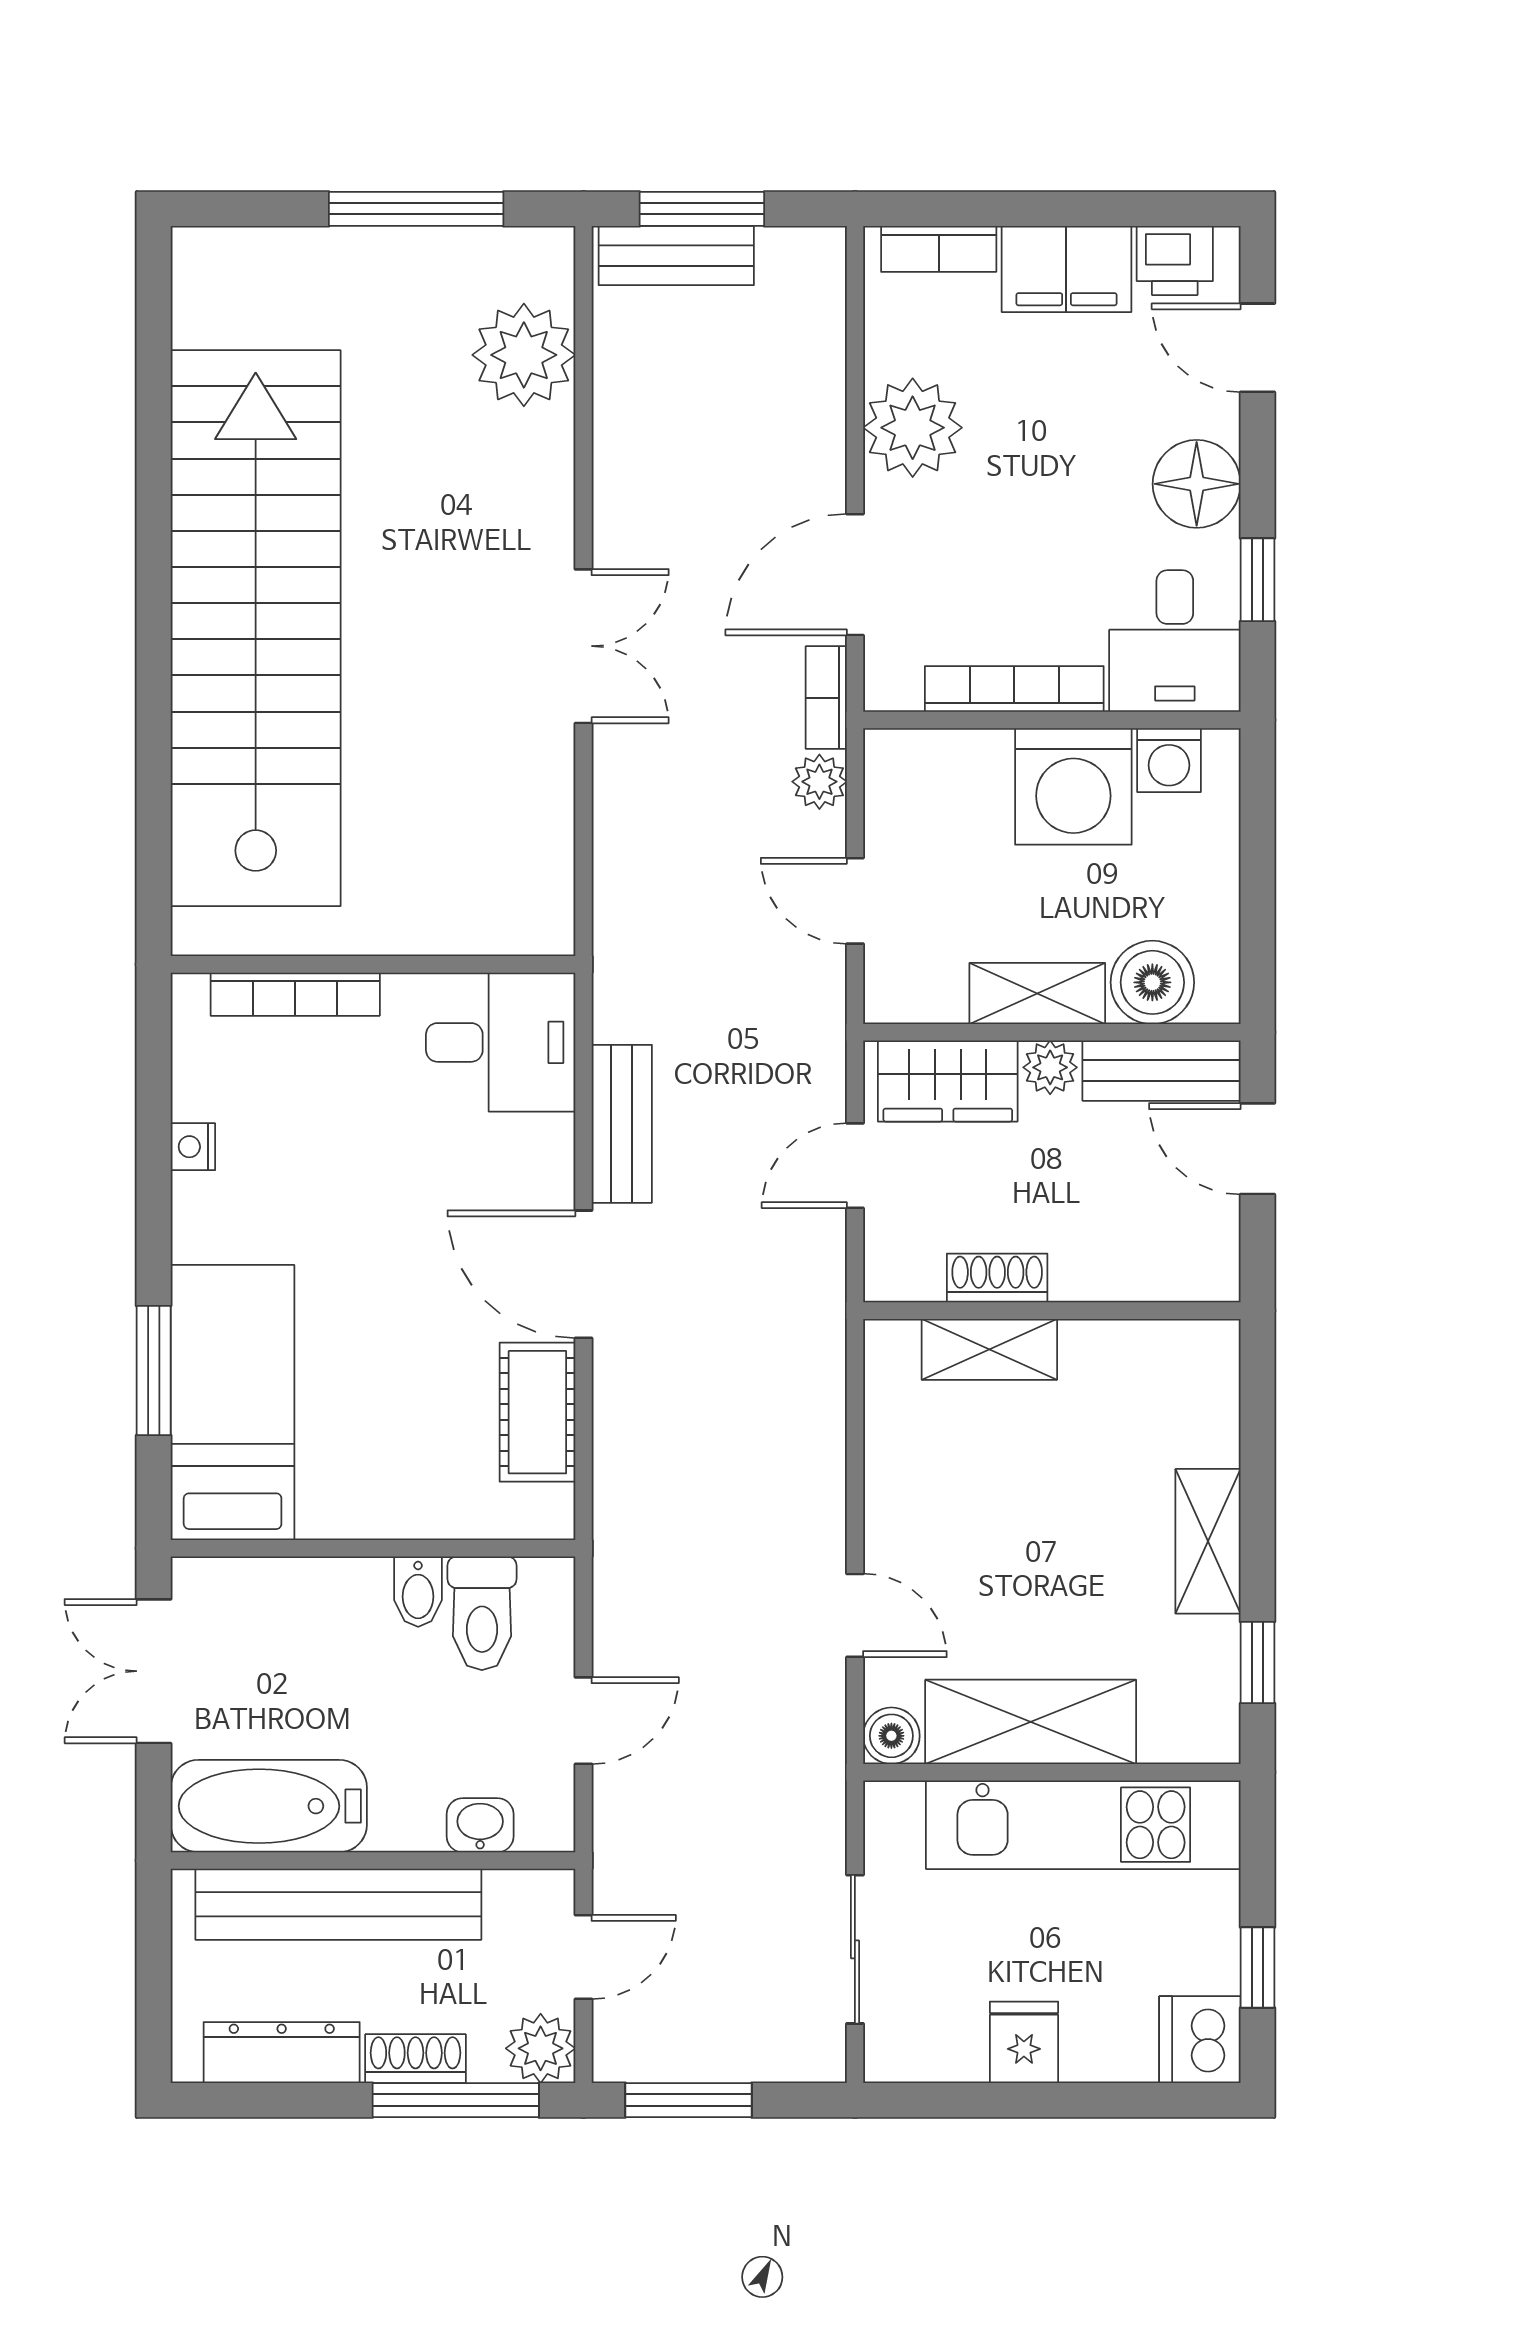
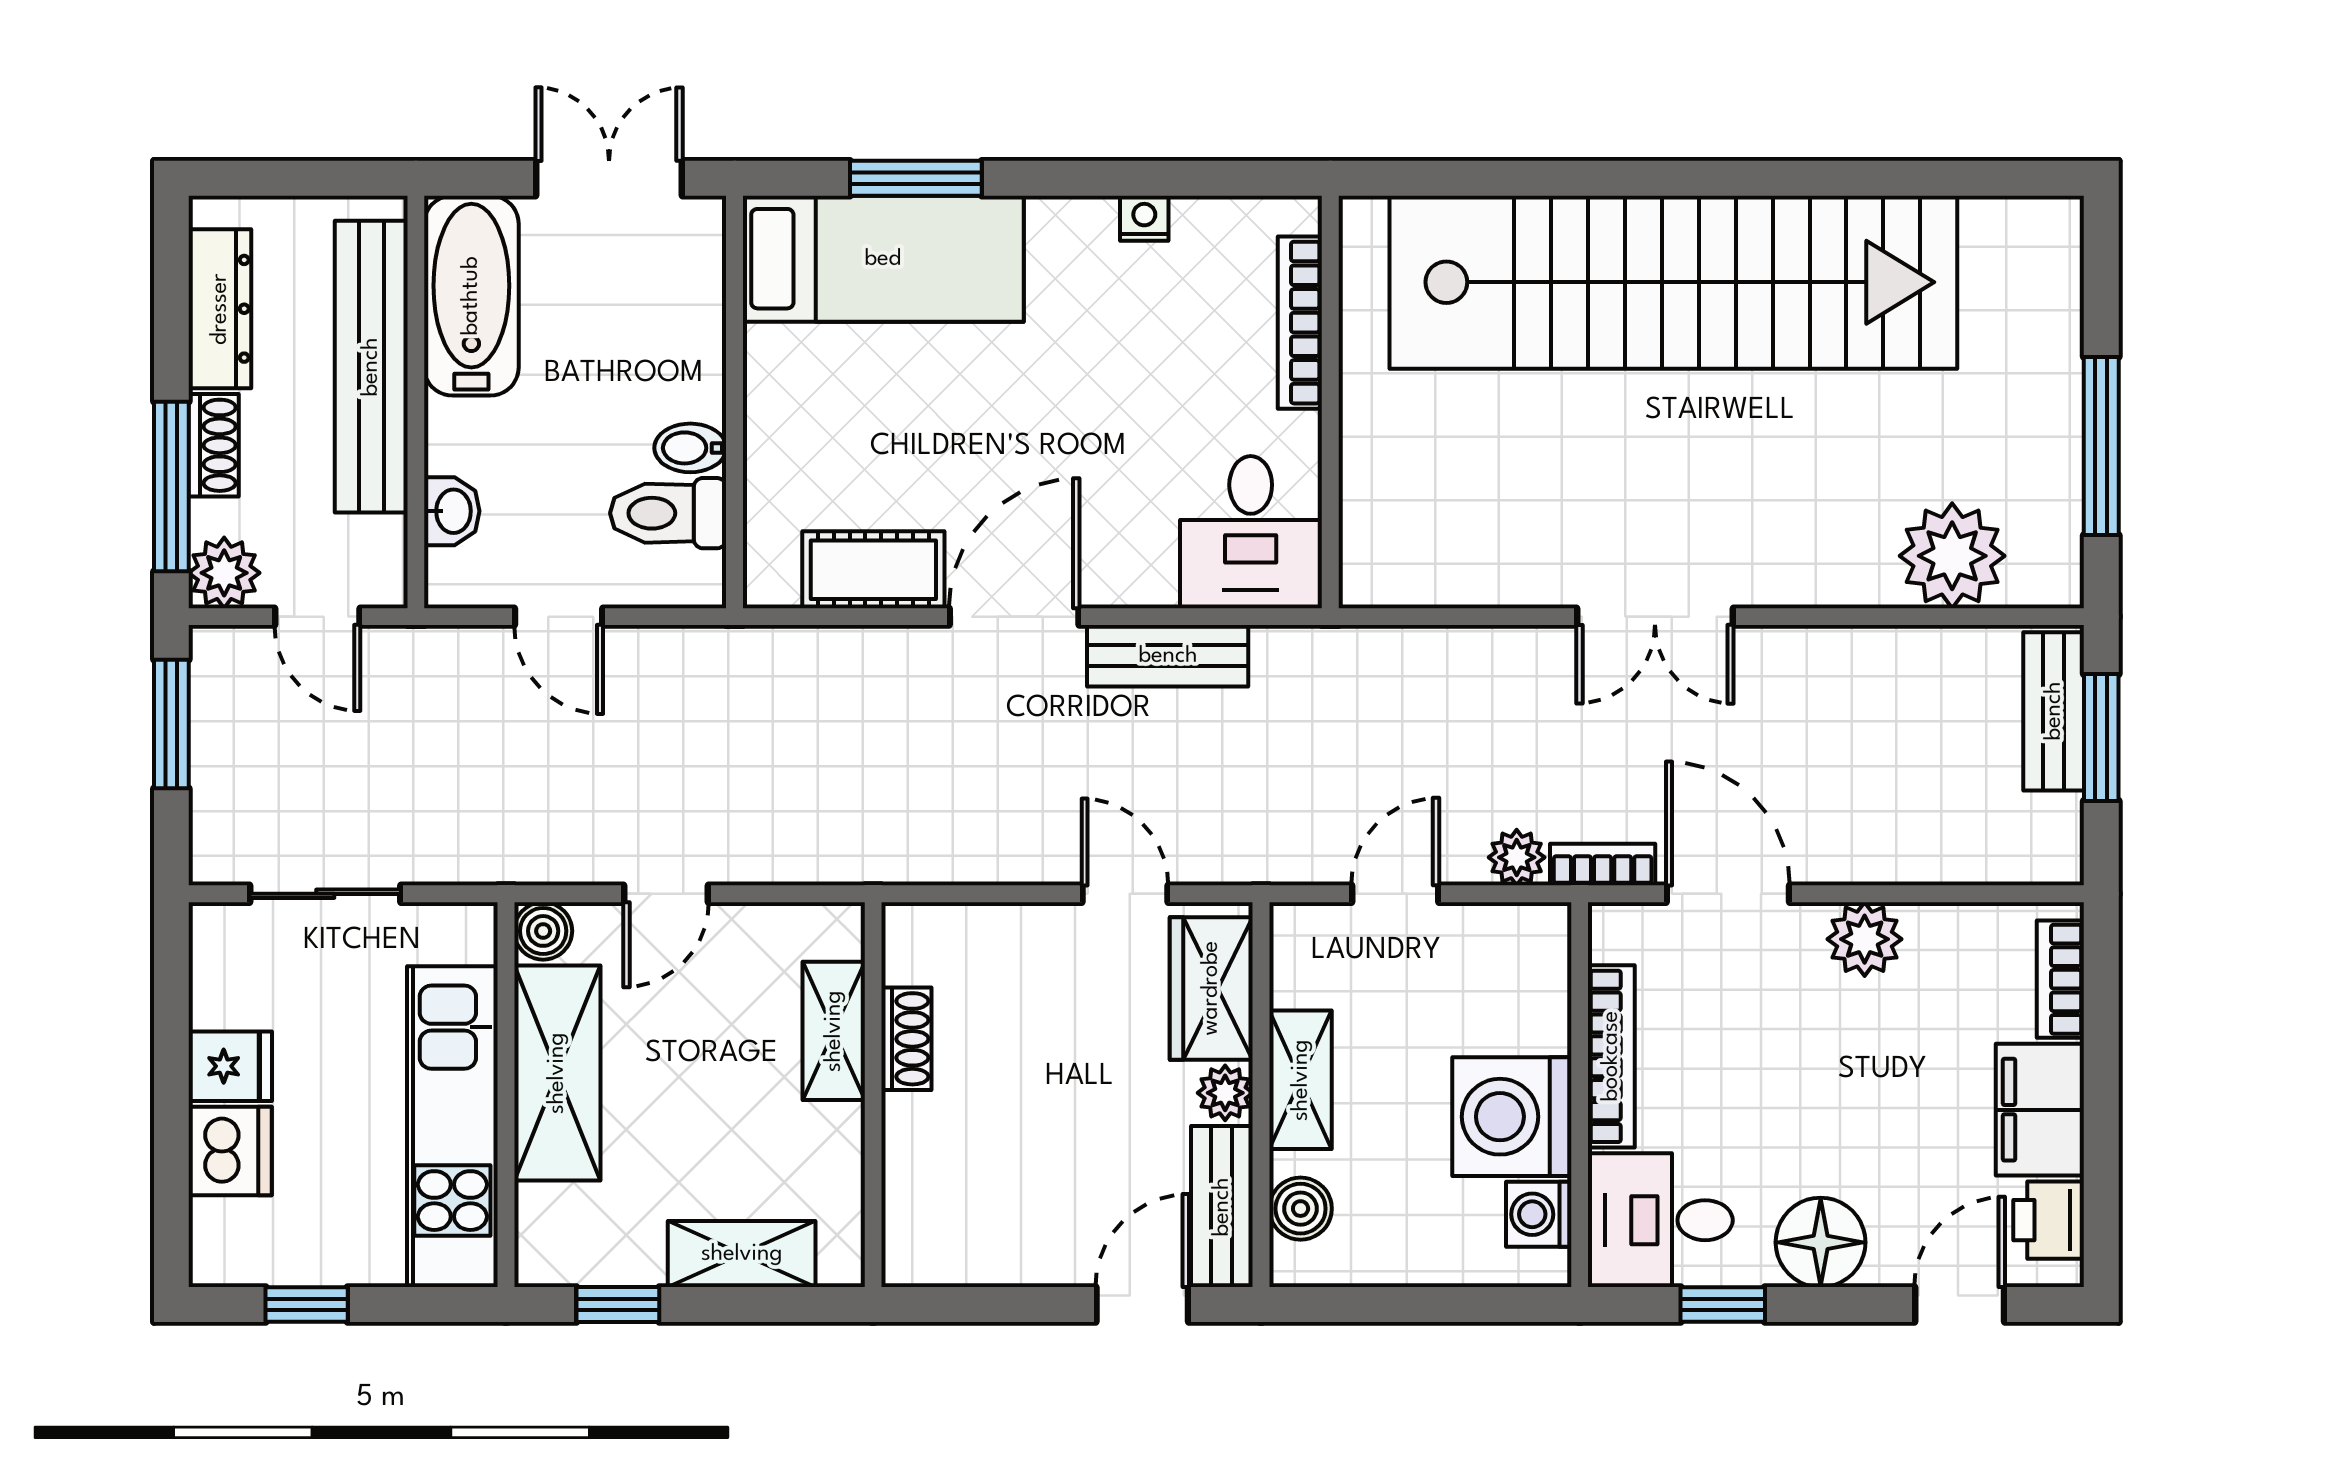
plant: (913, 428) -> (1865, 939), width x0.73, depth x0.73
boiler: (1152, 982) -> (1301, 1209), width x0.73, depth x0.73
shoe rack: (997, 1278) -> (906, 1039), moved
wall: (1052, 1311) -> (873, 1095), moved
shelving: (989, 1349) -> (834, 1031), moved
dishwasher: (1200, 2040) -> (230, 1151), moved, turned 90

